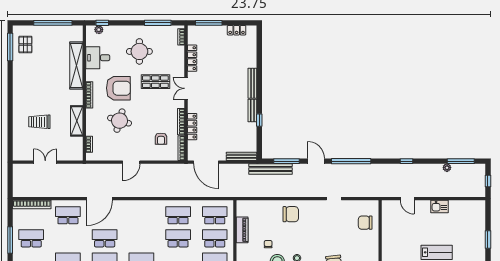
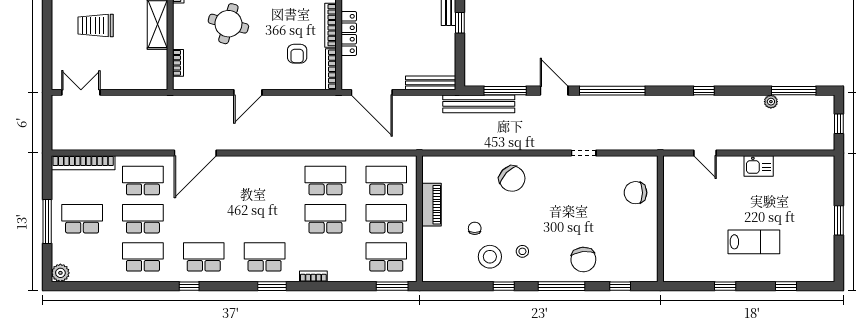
double door: (45, 162) -> (81, 92), moved
chair: (291, 214) -> (512, 179), turned 44
school desk: (105, 238) -> (143, 219), moved

